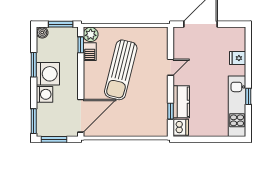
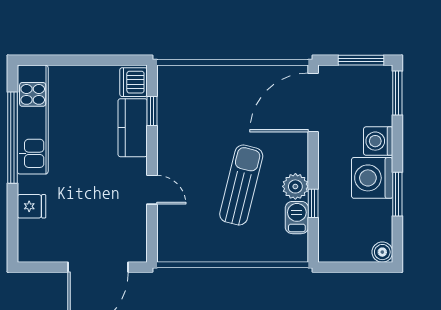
window: (61, 24) -> (349, 267), removed
plant: (91, 34) -> (295, 186), moved
window: (81, 45) -> (313, 203), moved
door: (170, 67) -> (152, 190), swing flipped
sun lounger: (121, 70) -> (241, 185), width x0.73, depth x0.75
window: (248, 96) -> (12, 138), width x3.17

